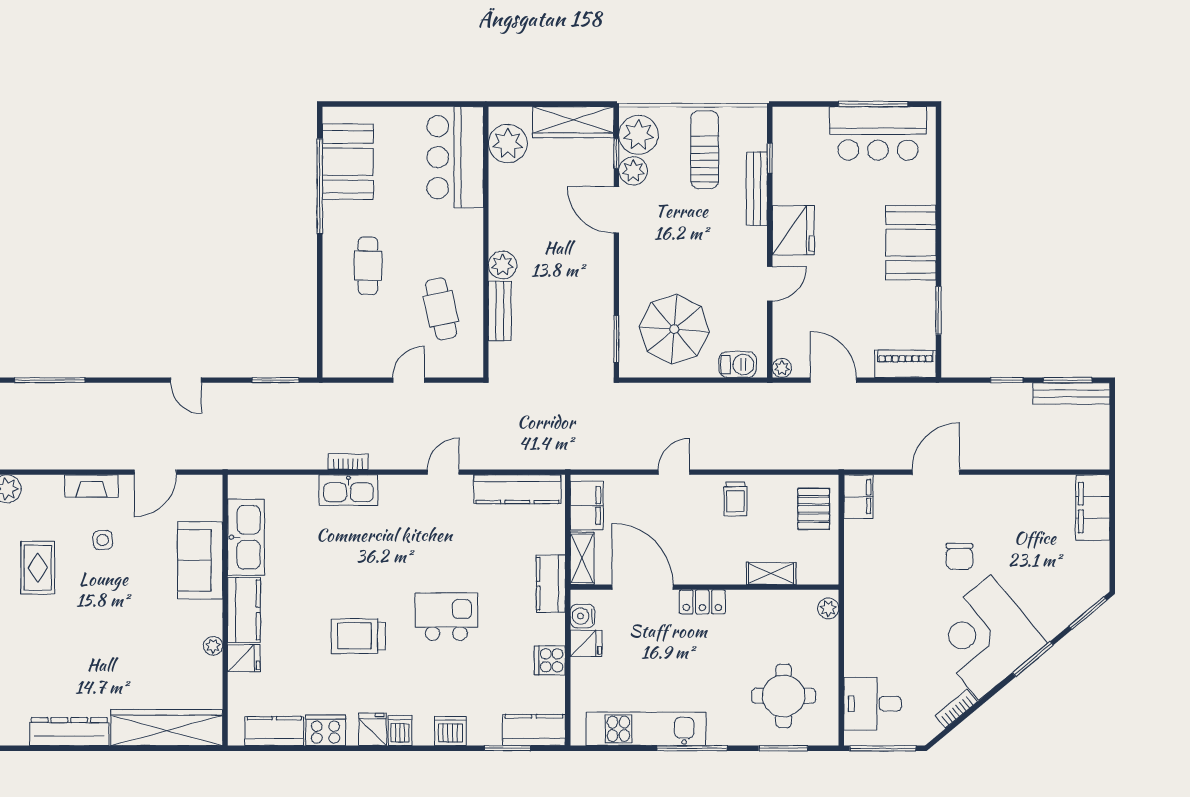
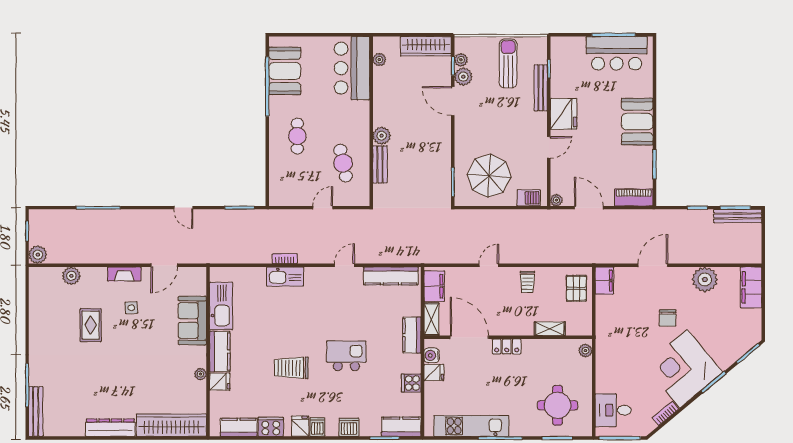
plant: (638, 135) -> (461, 60), width x0.53, depth x0.53
plant: (508, 144) -> (379, 60), width x0.53, depth x0.53
plant: (1019, 495) -> (705, 279), added

